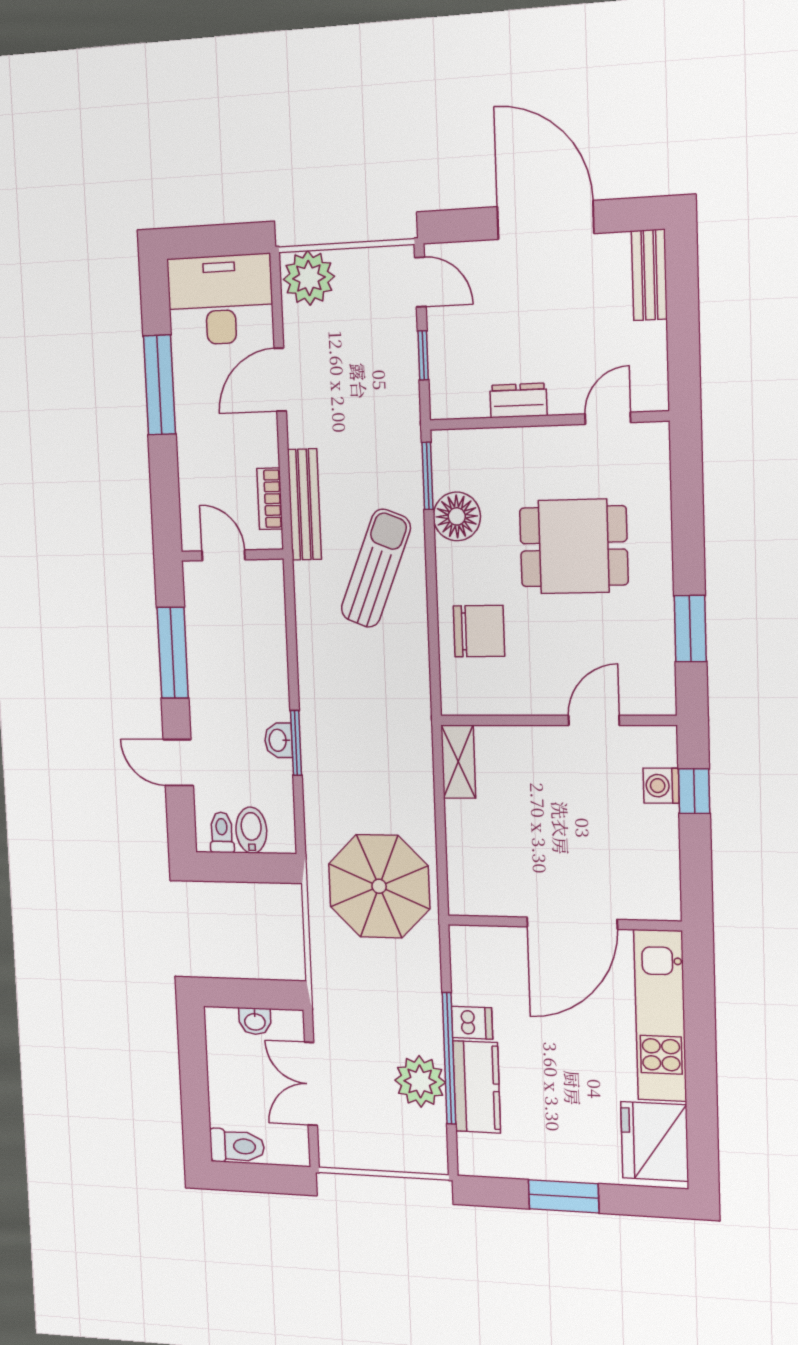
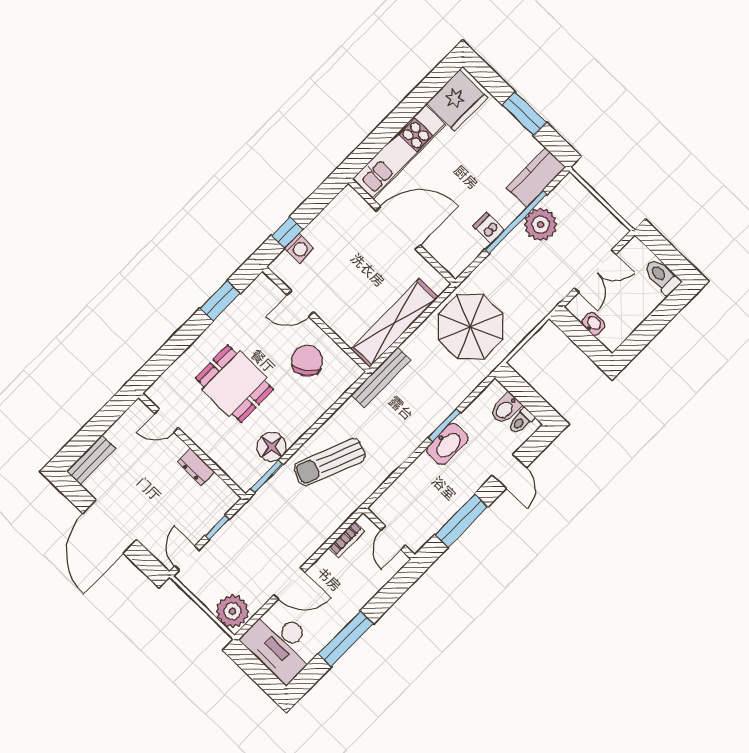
bench: (304, 505) -> (381, 377), moved
chair: (479, 631) -> (307, 361), moved, turned 52
washbasin: (278, 740) -> (447, 444), width x1.91, depth x1.45
shelving: (458, 762) -> (394, 323), width x2.20, depth x1.33
kitchen counter: (477, 1087) -> (536, 178), moved

